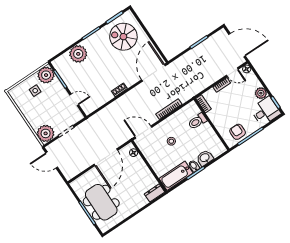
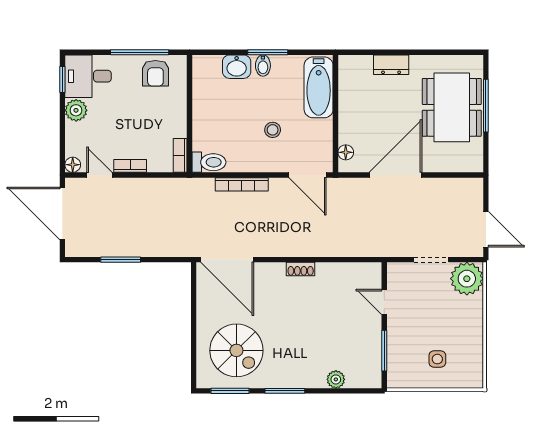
plant: (78, 54) -> (336, 379), width x0.53, depth x0.53
door: (153, 73) -> (227, 260), hinge flipped
plant: (46, 75) -> (403, 372), removed
toilet: (197, 121) -> (209, 162), moved
bathtub: (176, 176) -> (319, 87), moved, turned 90
dresser: (155, 193) -> (391, 65), moved

